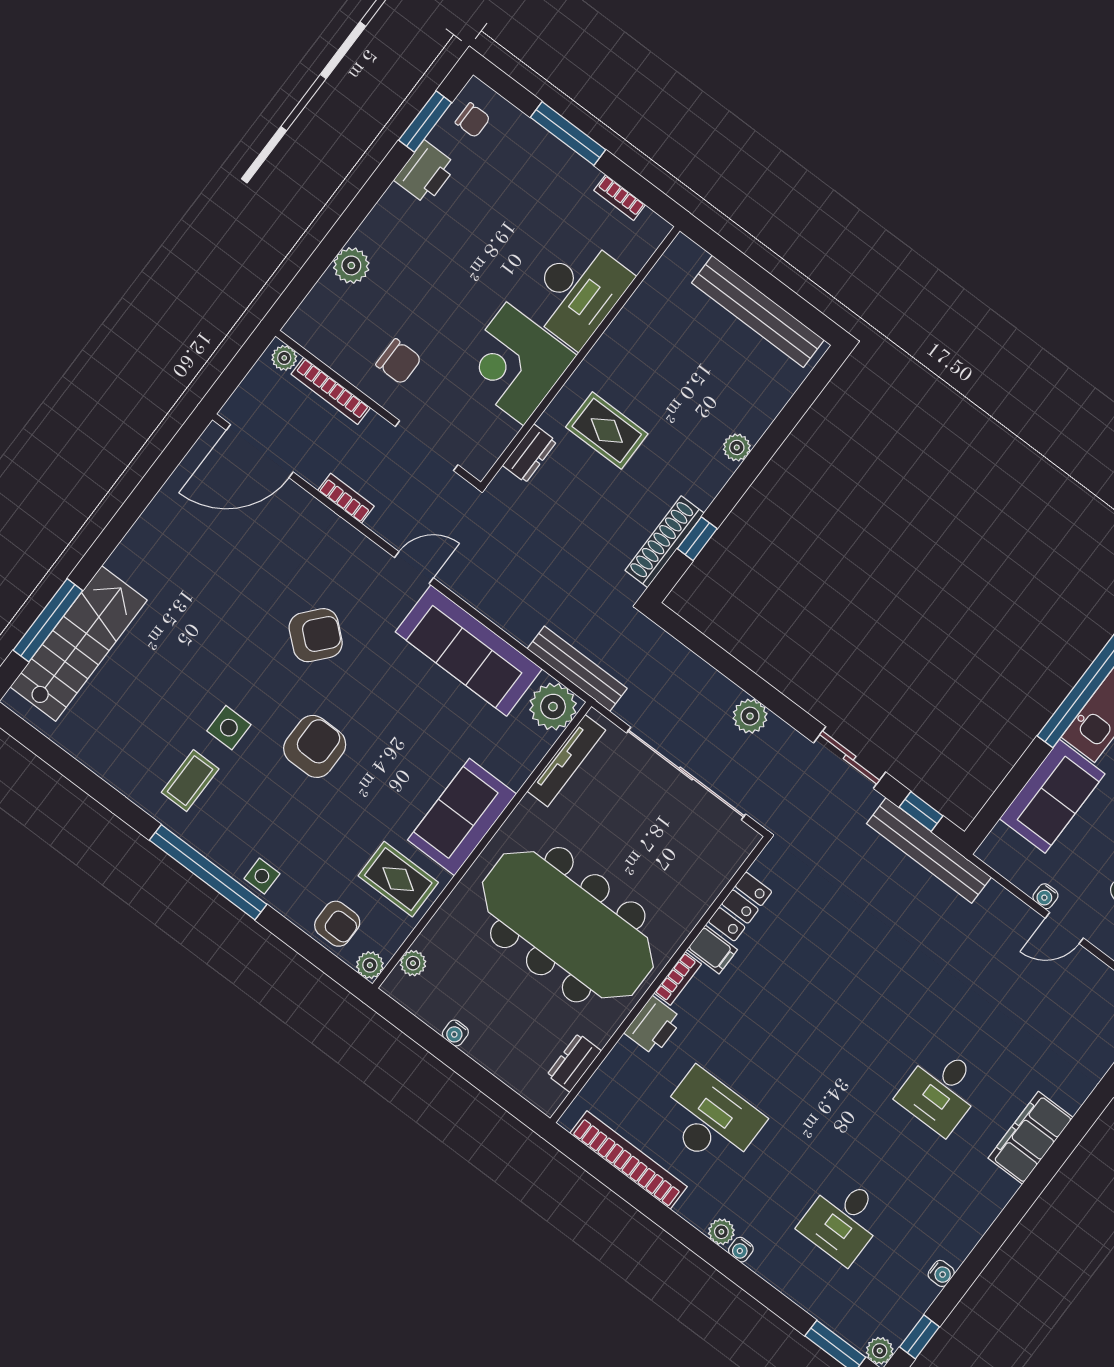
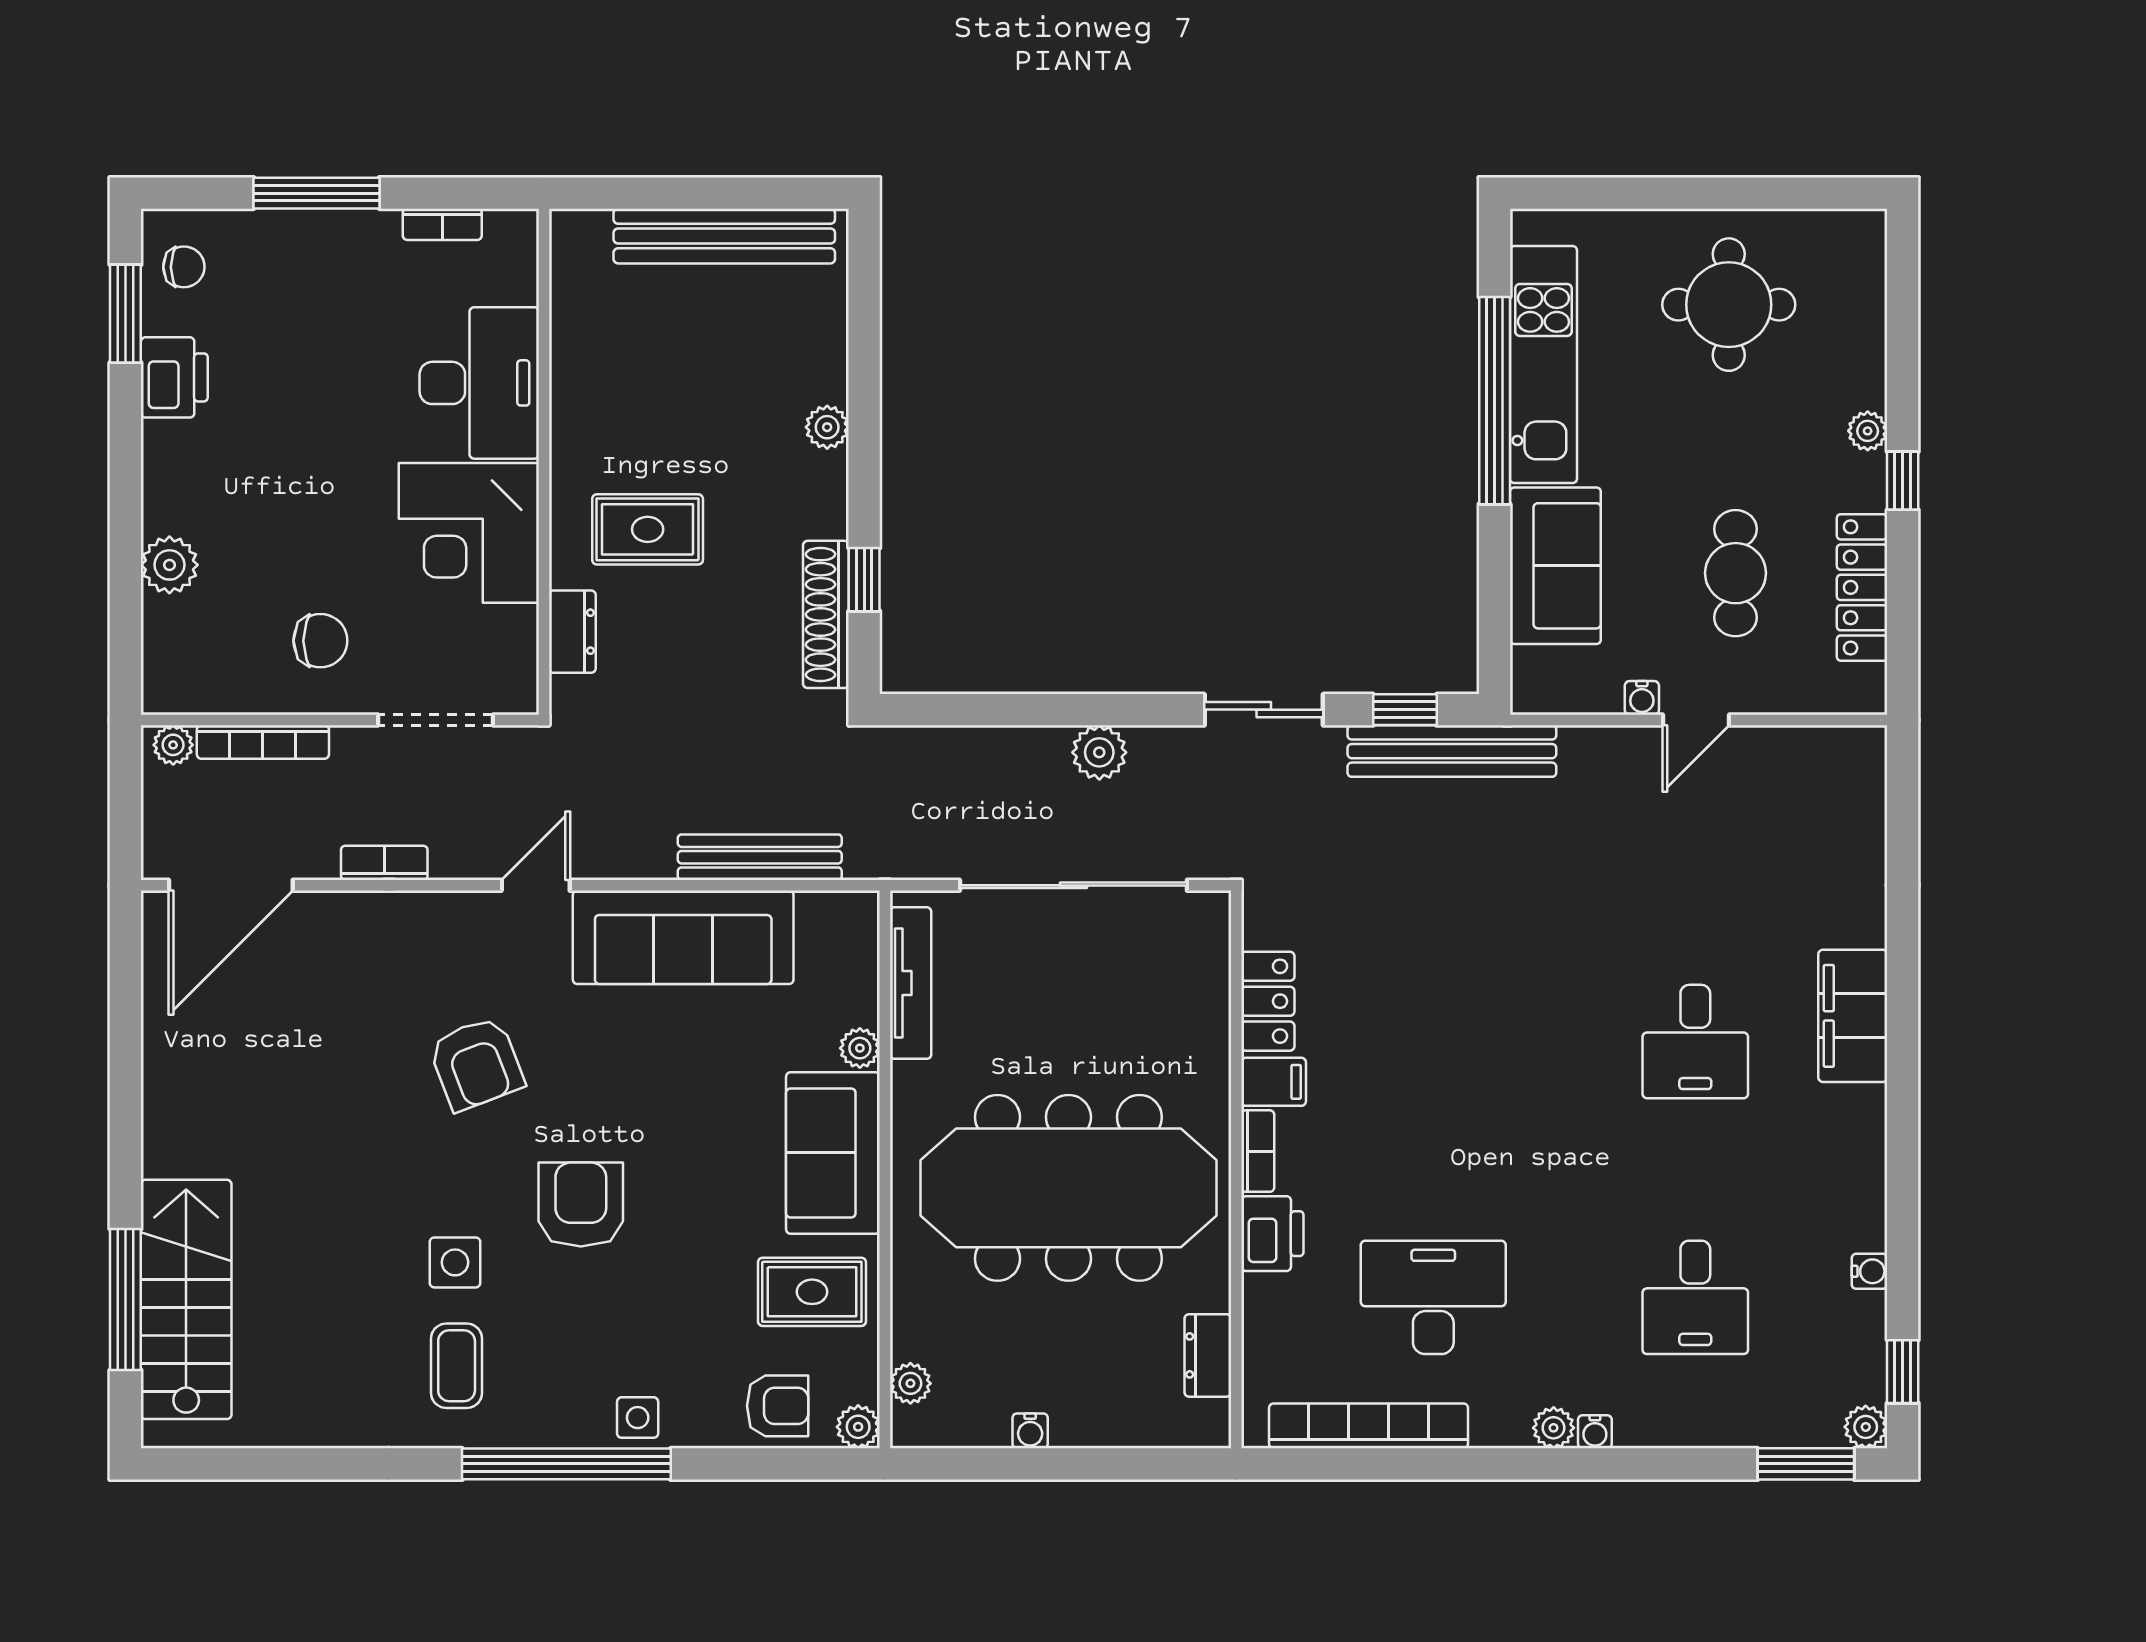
armchair: (316, 635) -> (476, 1064), turned 118
bench: (577, 669) -> (760, 857), moved
plant: (553, 707) -> (860, 1048), moved, width x0.53, depth x0.53

